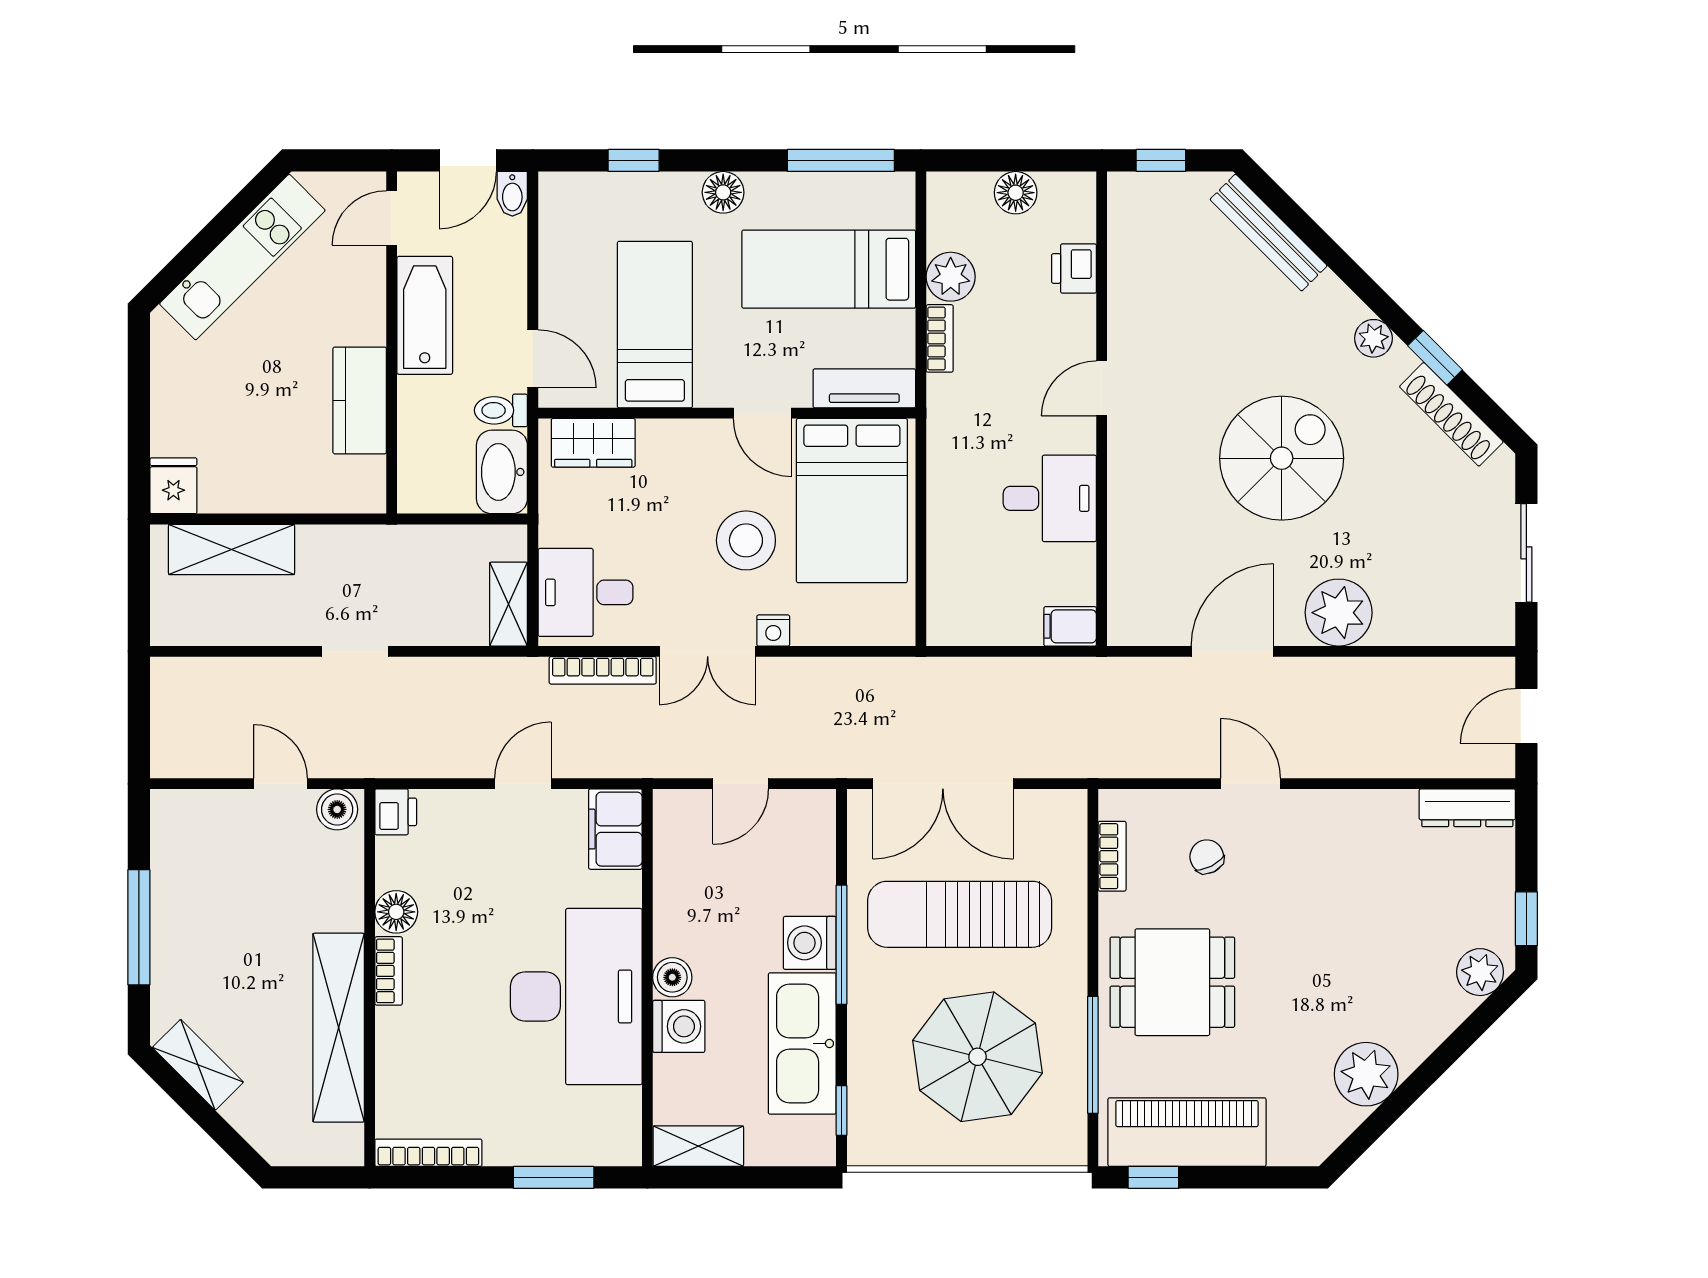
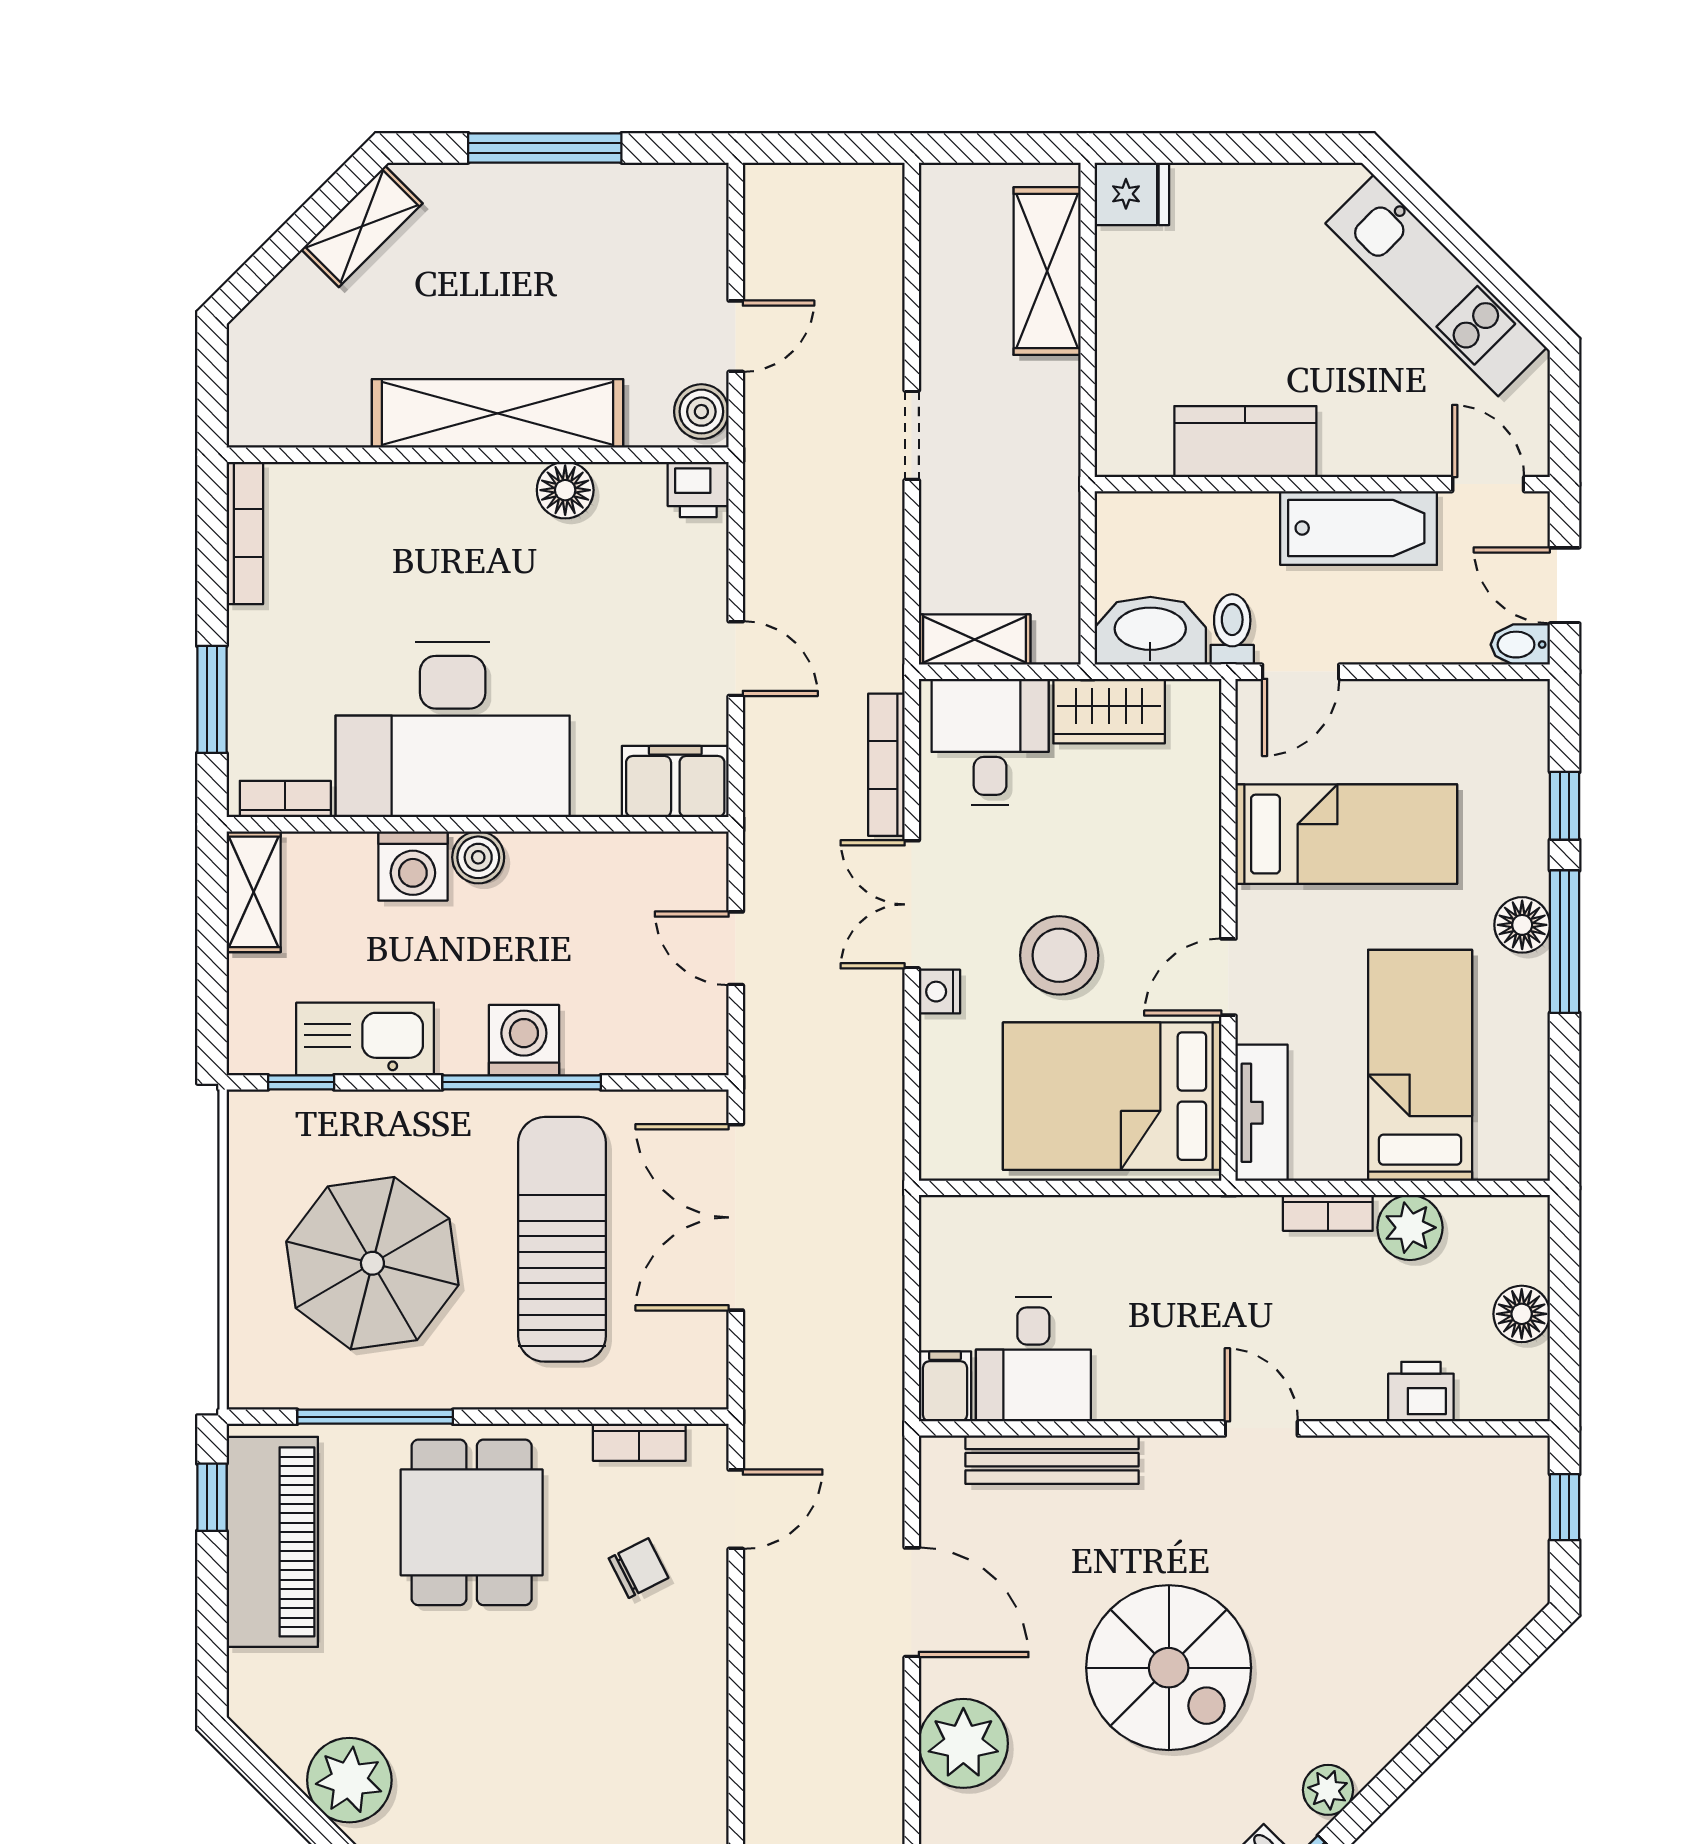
window: (841, 160) -> (1565, 942), moved
bench: (1269, 233) -> (1052, 1460), moved, turned 45
wardrobe: (593, 443) -> (1109, 711), moved, turned -90
desk: (1050, 498) -> (1033, 1359), moved
door: (1251, 784) -> (736, 1509), moved
bookcase: (389, 971) -> (285, 799), moved, turned 180
shelving: (339, 1028) -> (498, 413), moved
kitchen sink: (802, 1043) -> (365, 1039), width x0.73, depth x0.81

